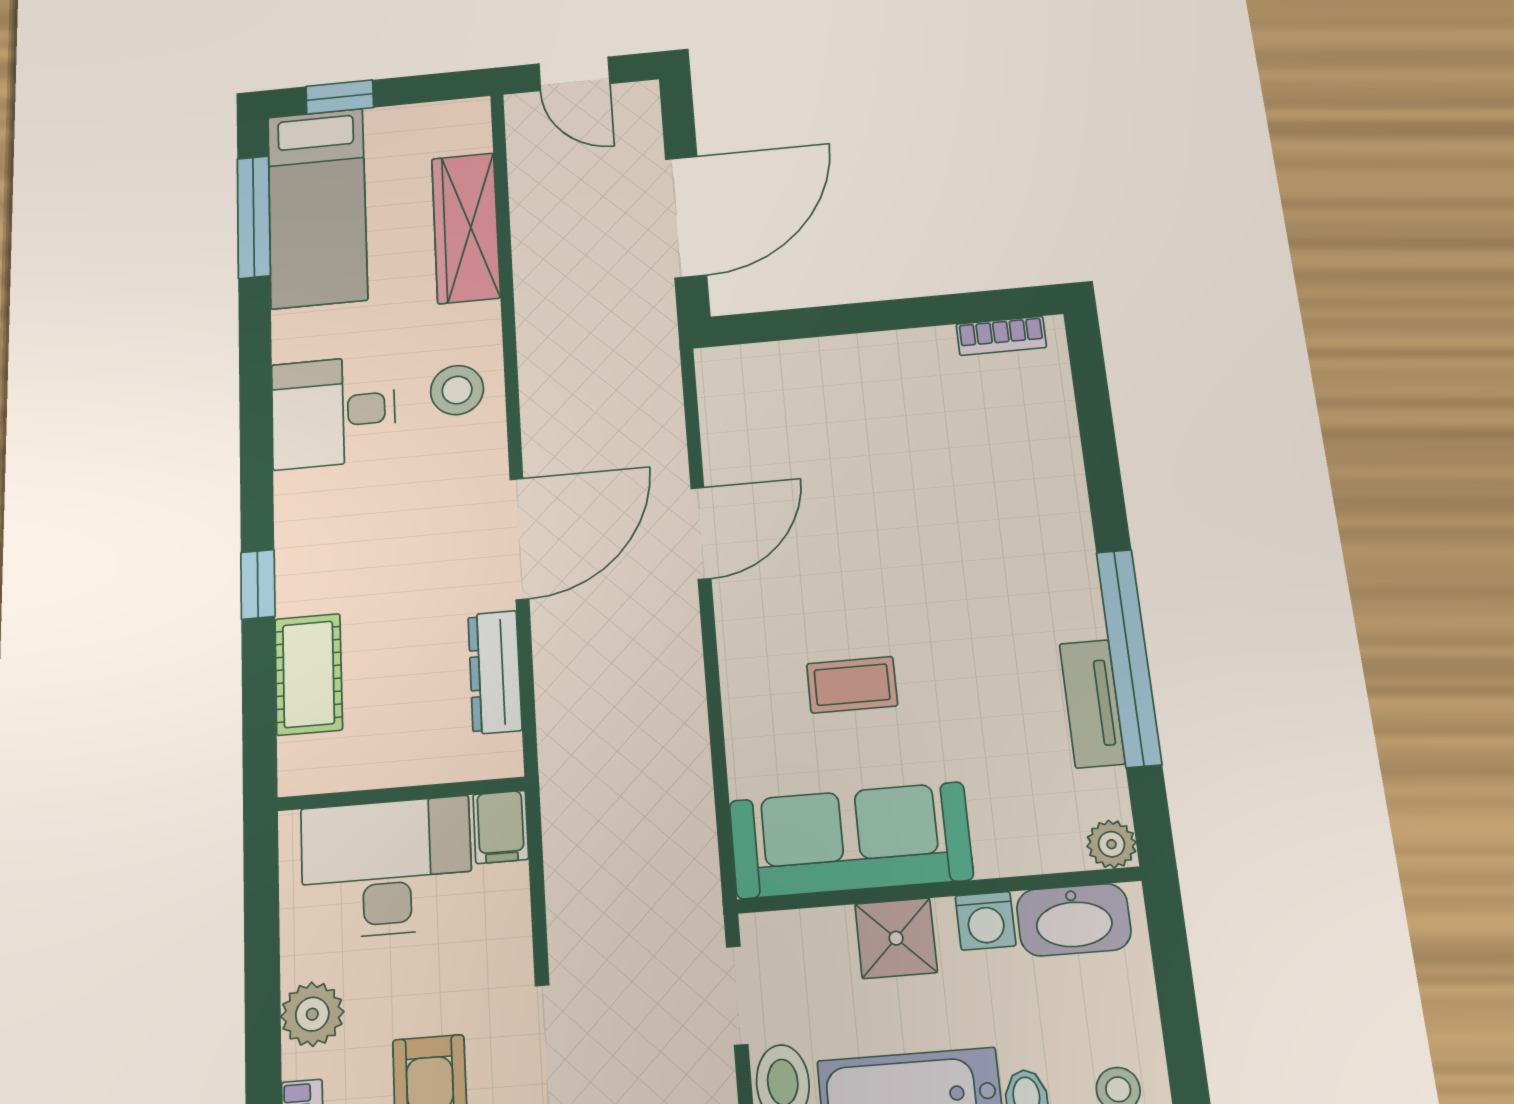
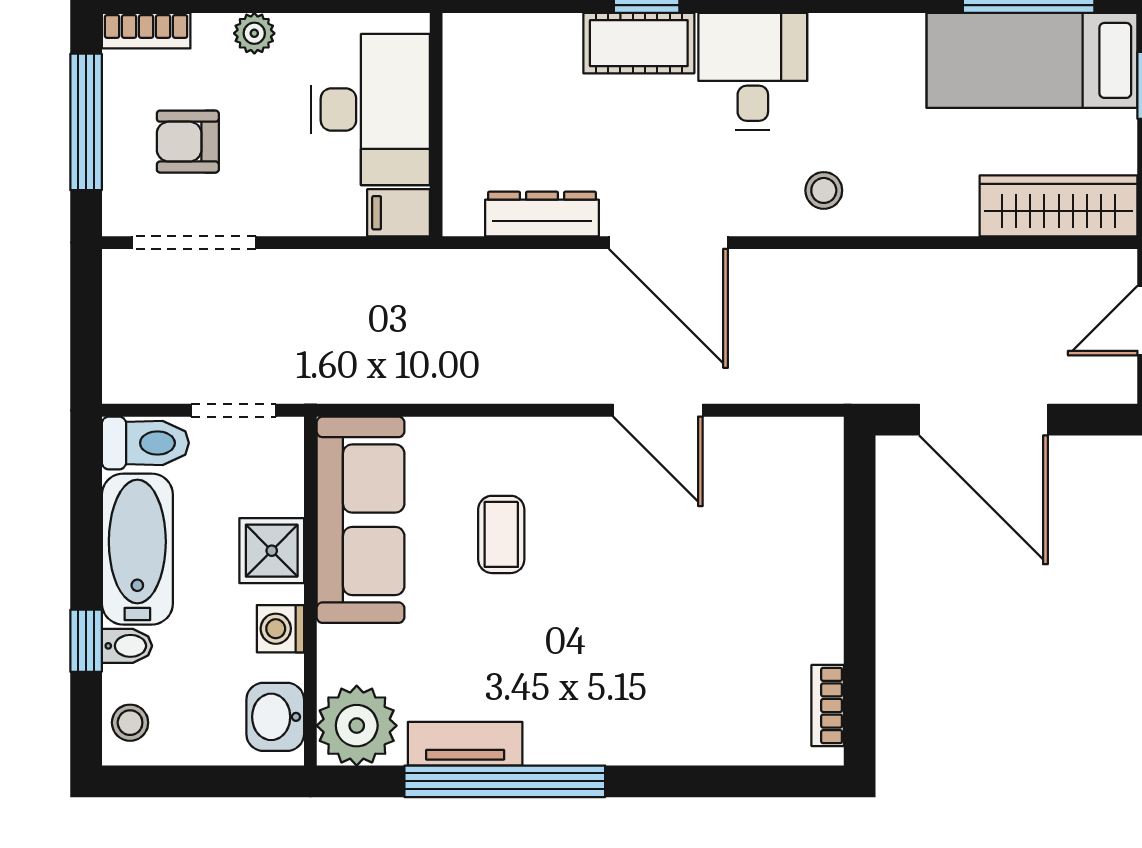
wardrobe: (466, 228) -> (1059, 206), moved
stool: (457, 390) -> (824, 190), width x0.73, depth x0.73
desk: (333, 412) -> (753, 72), moved
cot: (309, 674) -> (639, 43), moved
plant: (1111, 844) -> (357, 726), width x1.87, depth x1.87
washbasin: (1074, 920) -> (275, 717), width x0.72
plant: (312, 1014) -> (254, 33), width x0.73, depth x0.73

